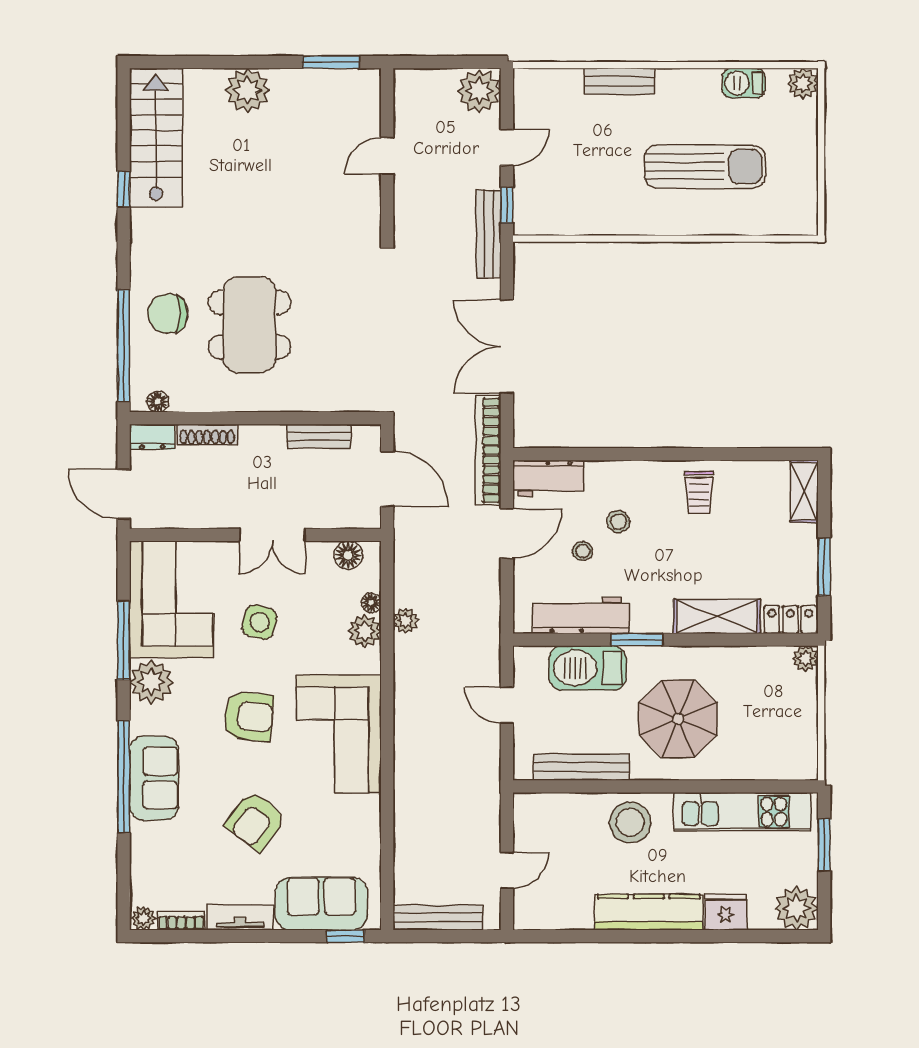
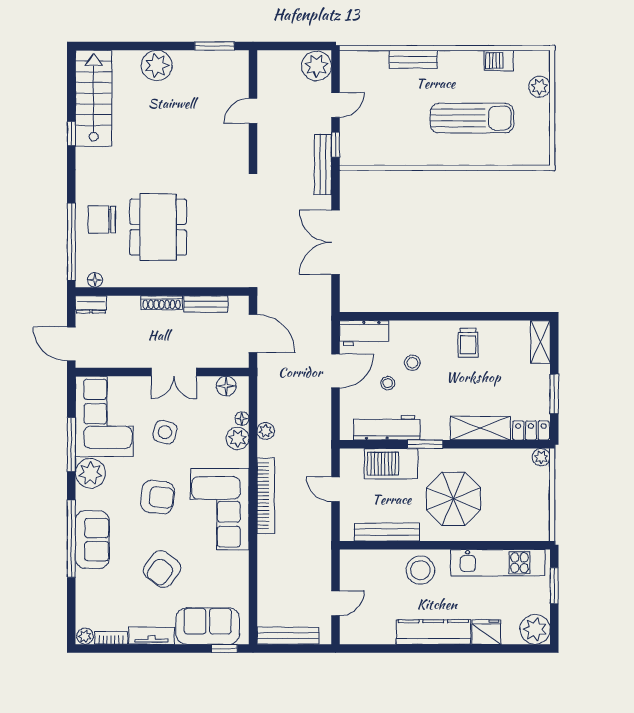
plant: (803, 83) -> (539, 87), moved
shoe rack: (207, 434) -> (162, 303), moved
bookcase: (488, 450) -> (266, 496), moved, turned 180

